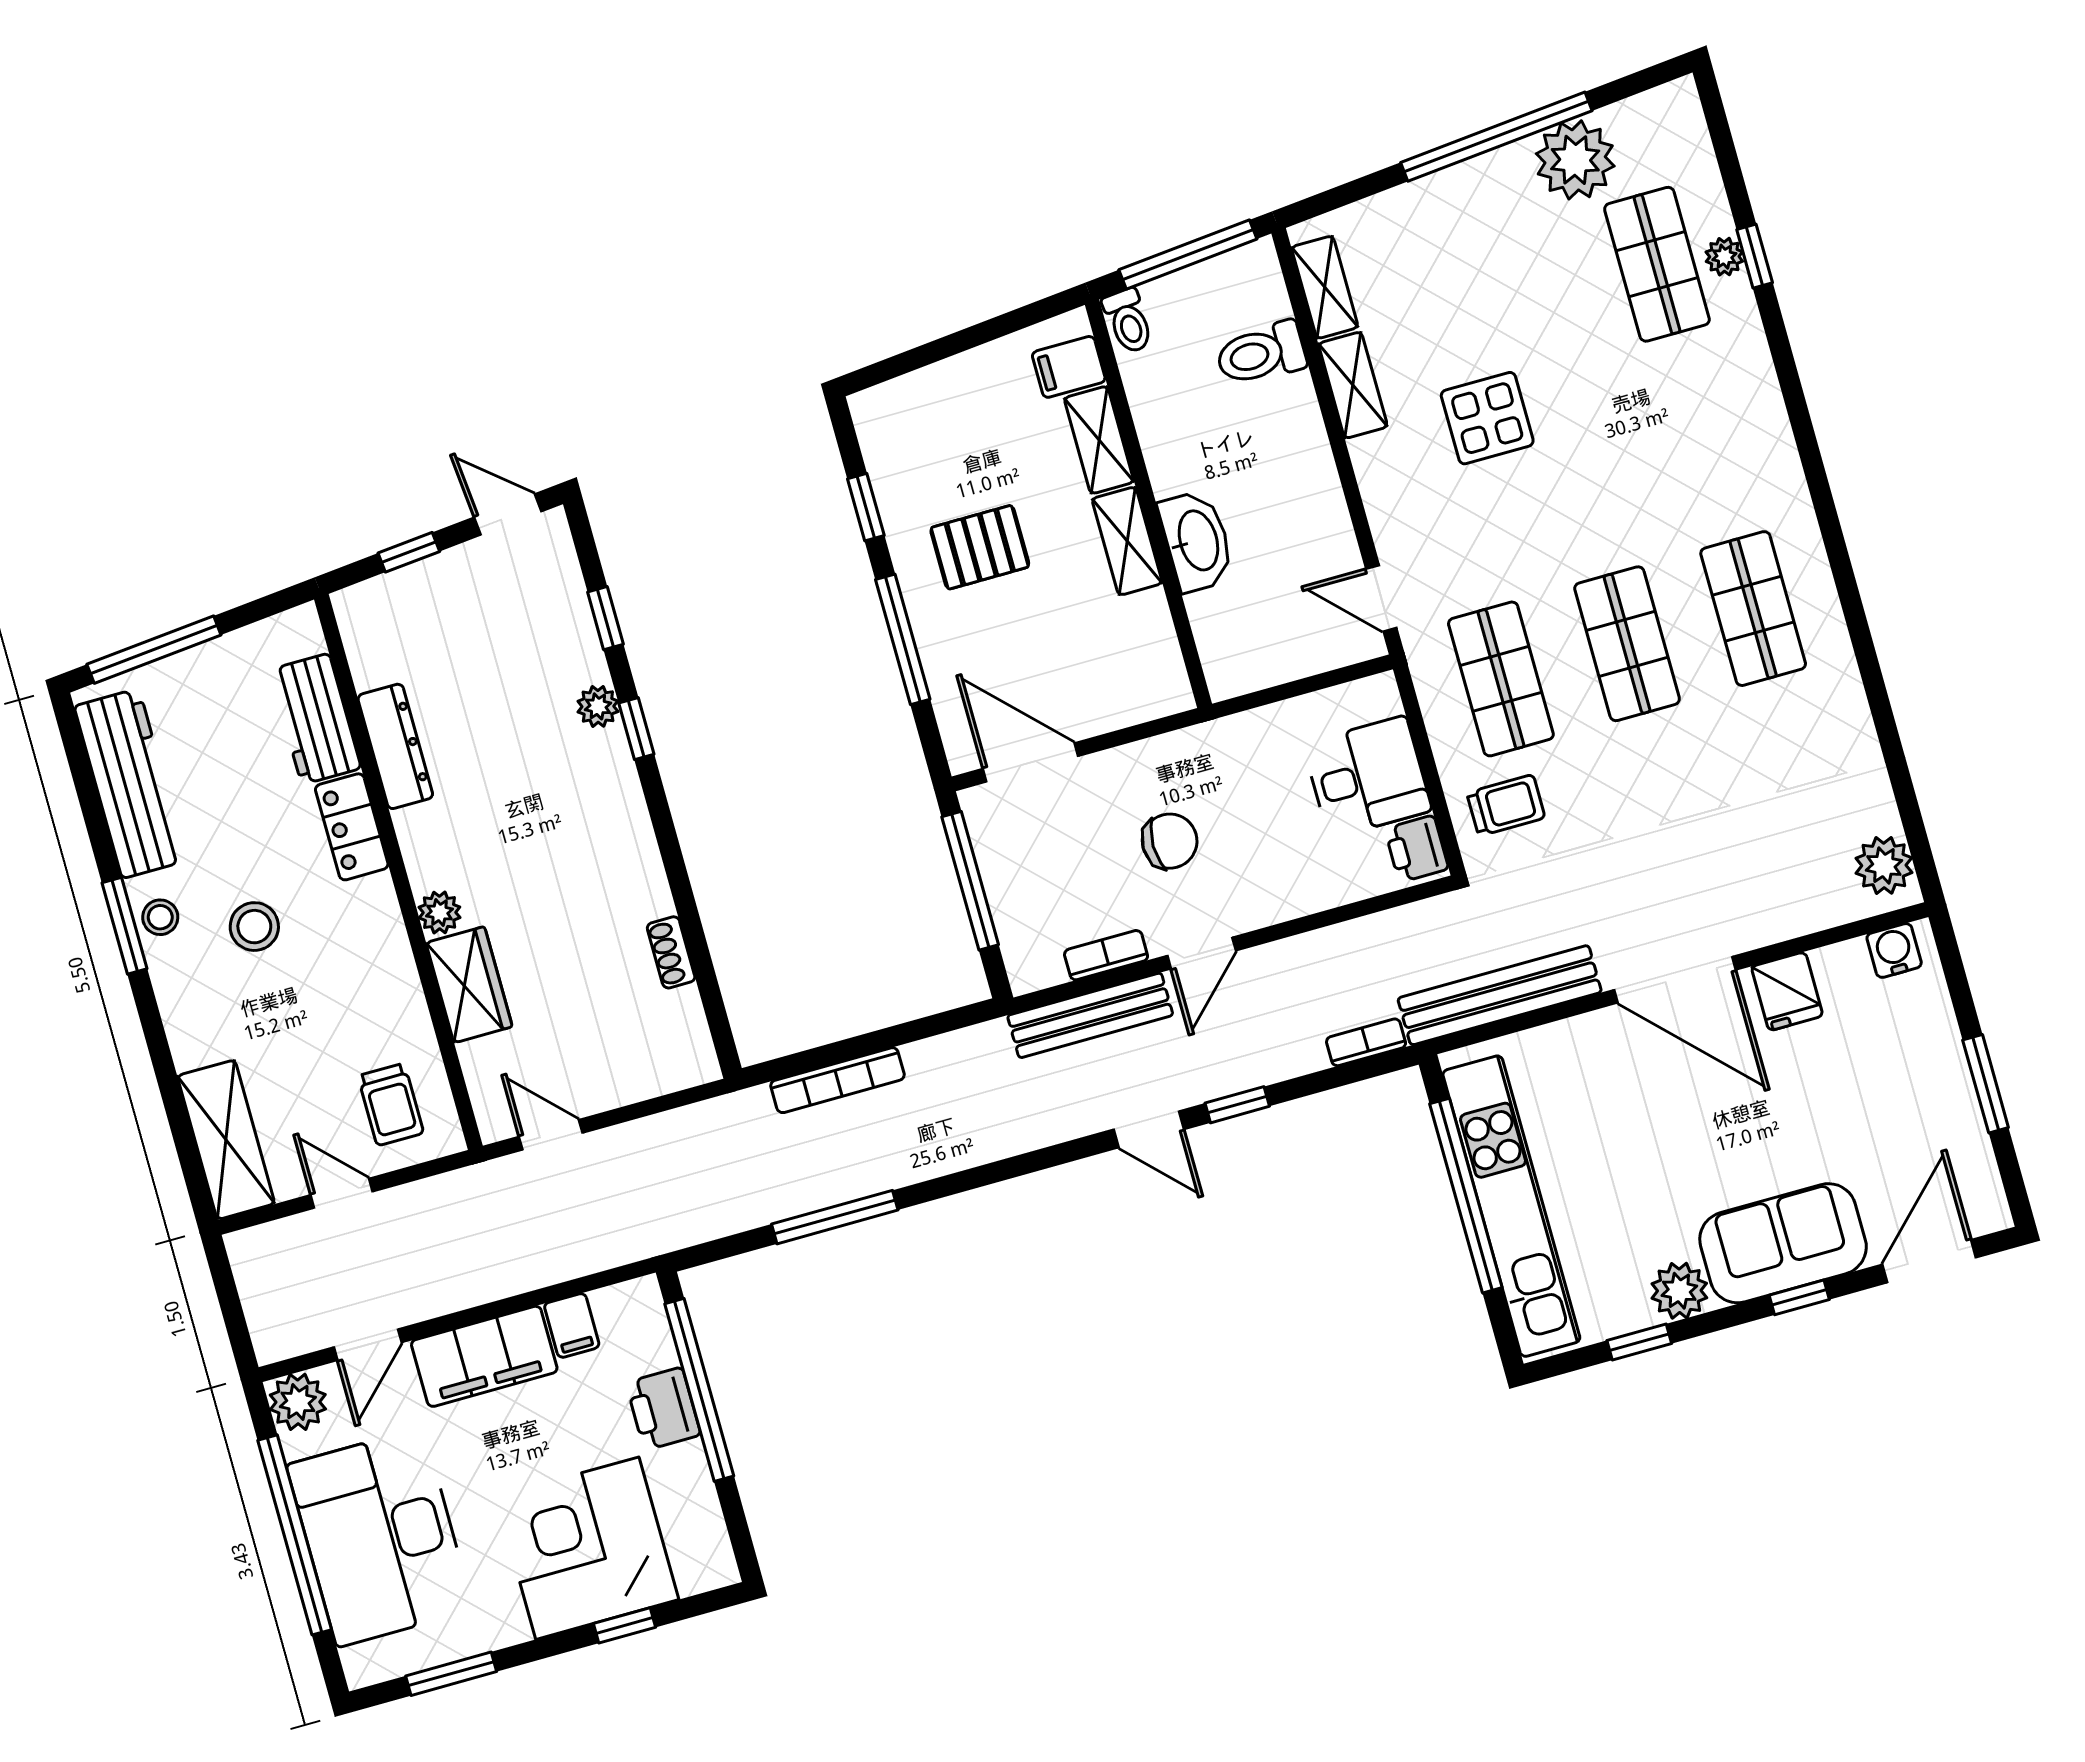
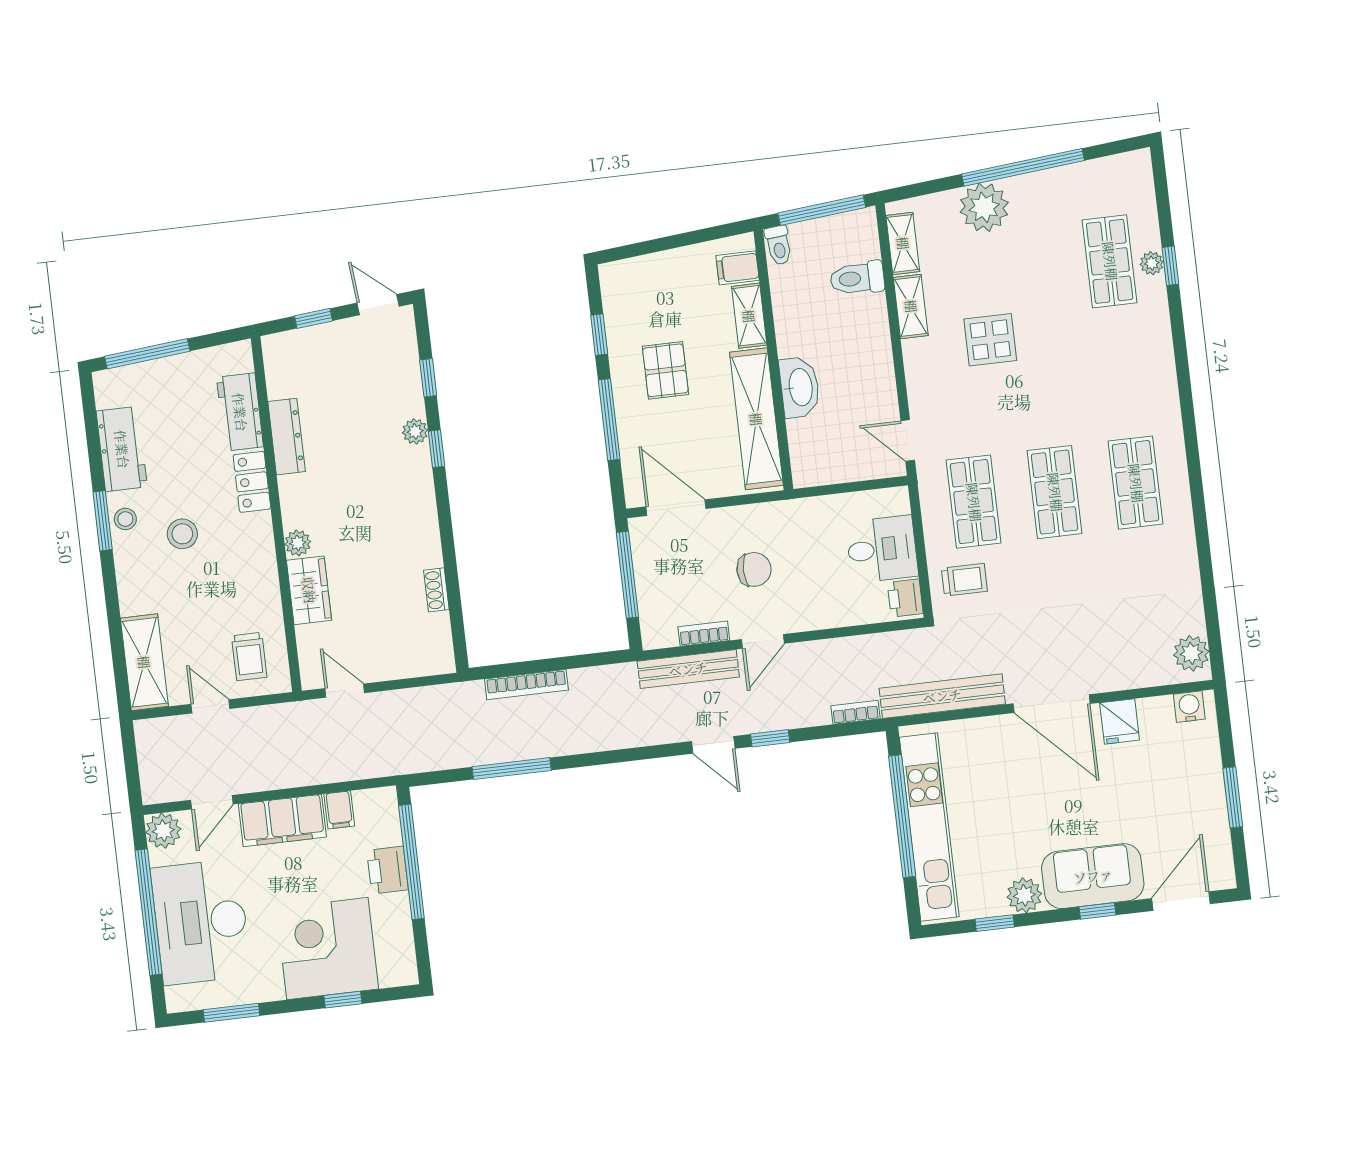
plant: (1575, 160) -> (984, 207), moved
shelving: (1127, 541) -> (756, 419), width x2.20, depth x1.33
pallet: (980, 547) -> (665, 370), turned 90
workbench: (130, 783) -> (122, 449), width x0.73

